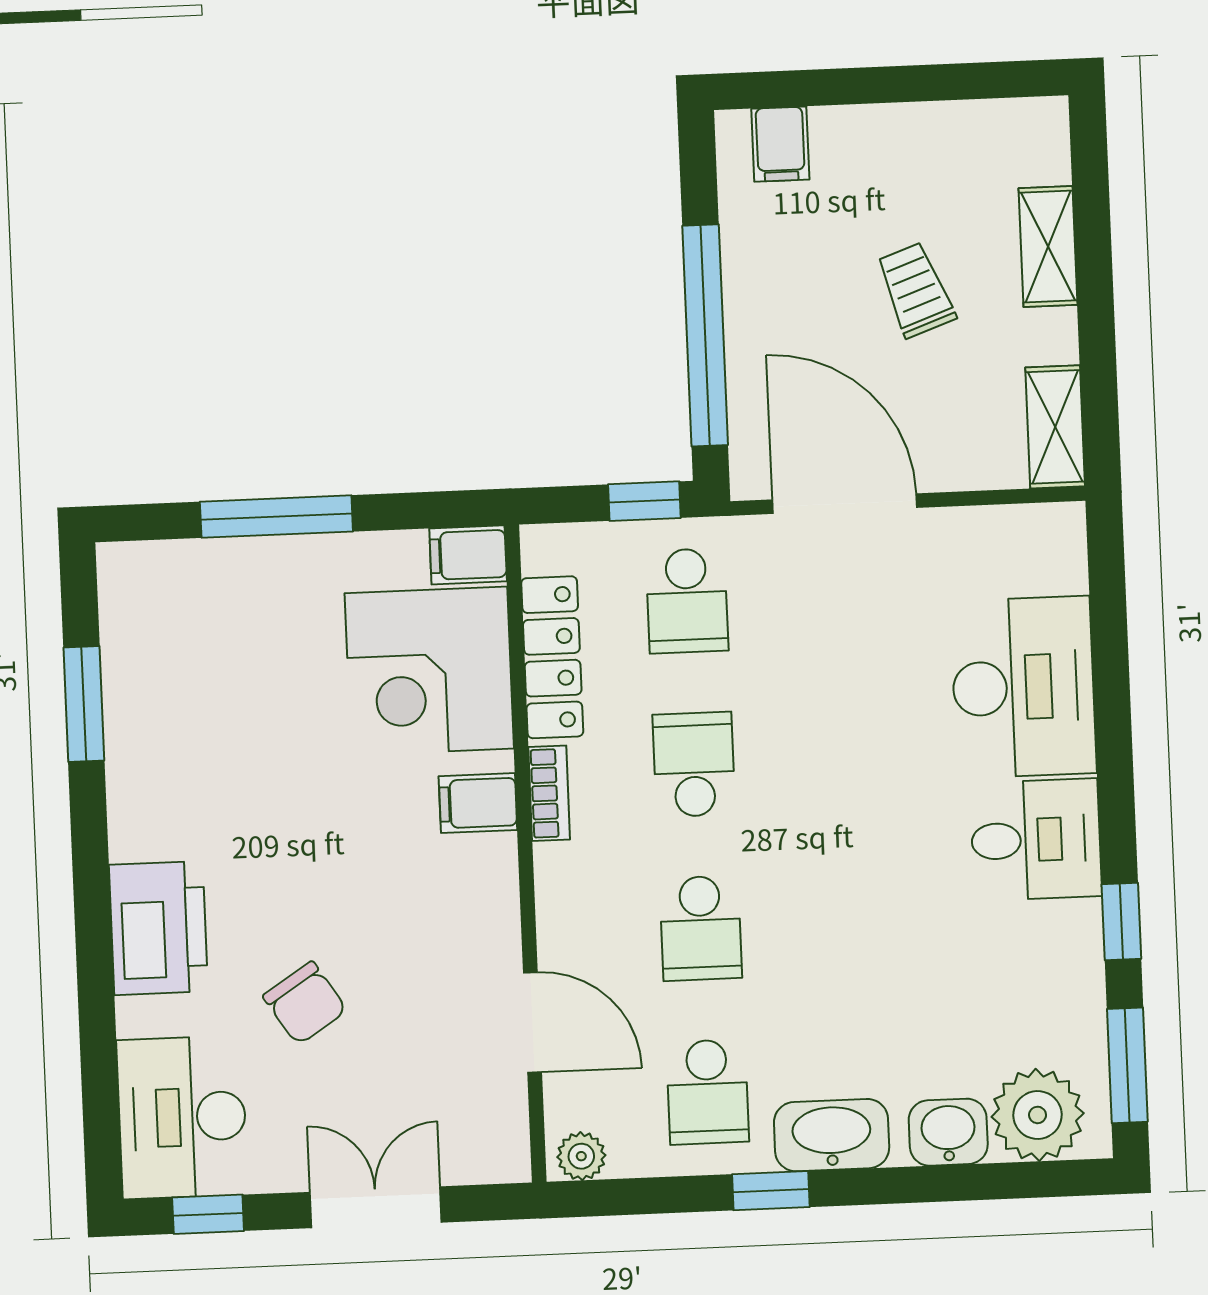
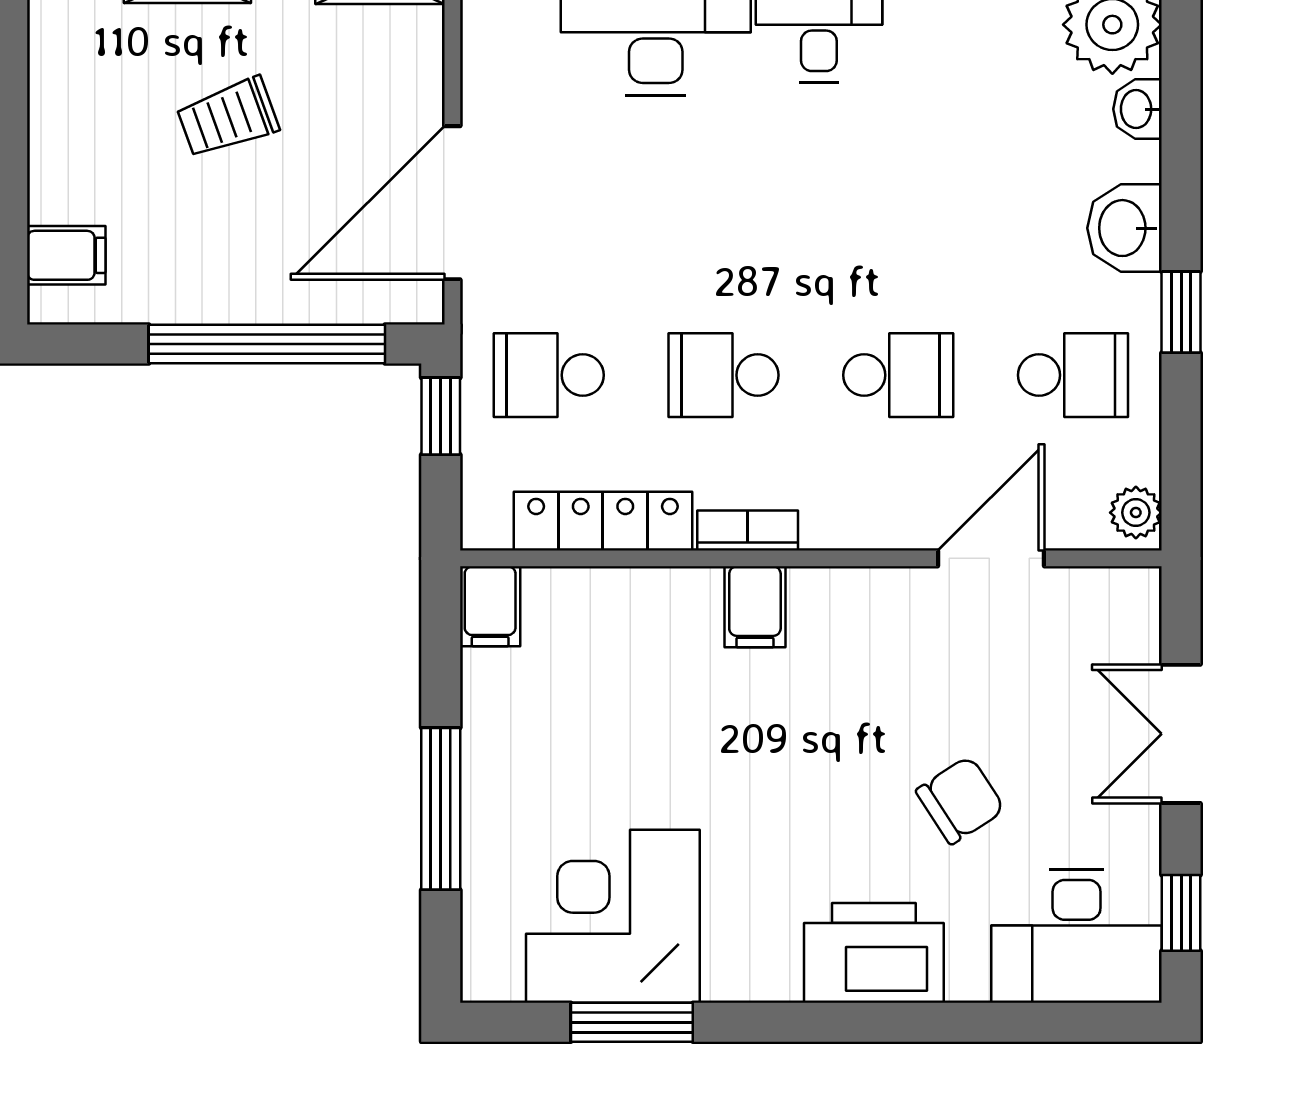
school desk: (687, 601) -> (549, 375), turned 180
corner desk: (429, 671) -> (613, 916), moved, turned 180
washbasin: (948, 1132) -> (1137, 109), width x0.72, depth x0.69
washbasin: (832, 1135) -> (1125, 228), width x0.72

